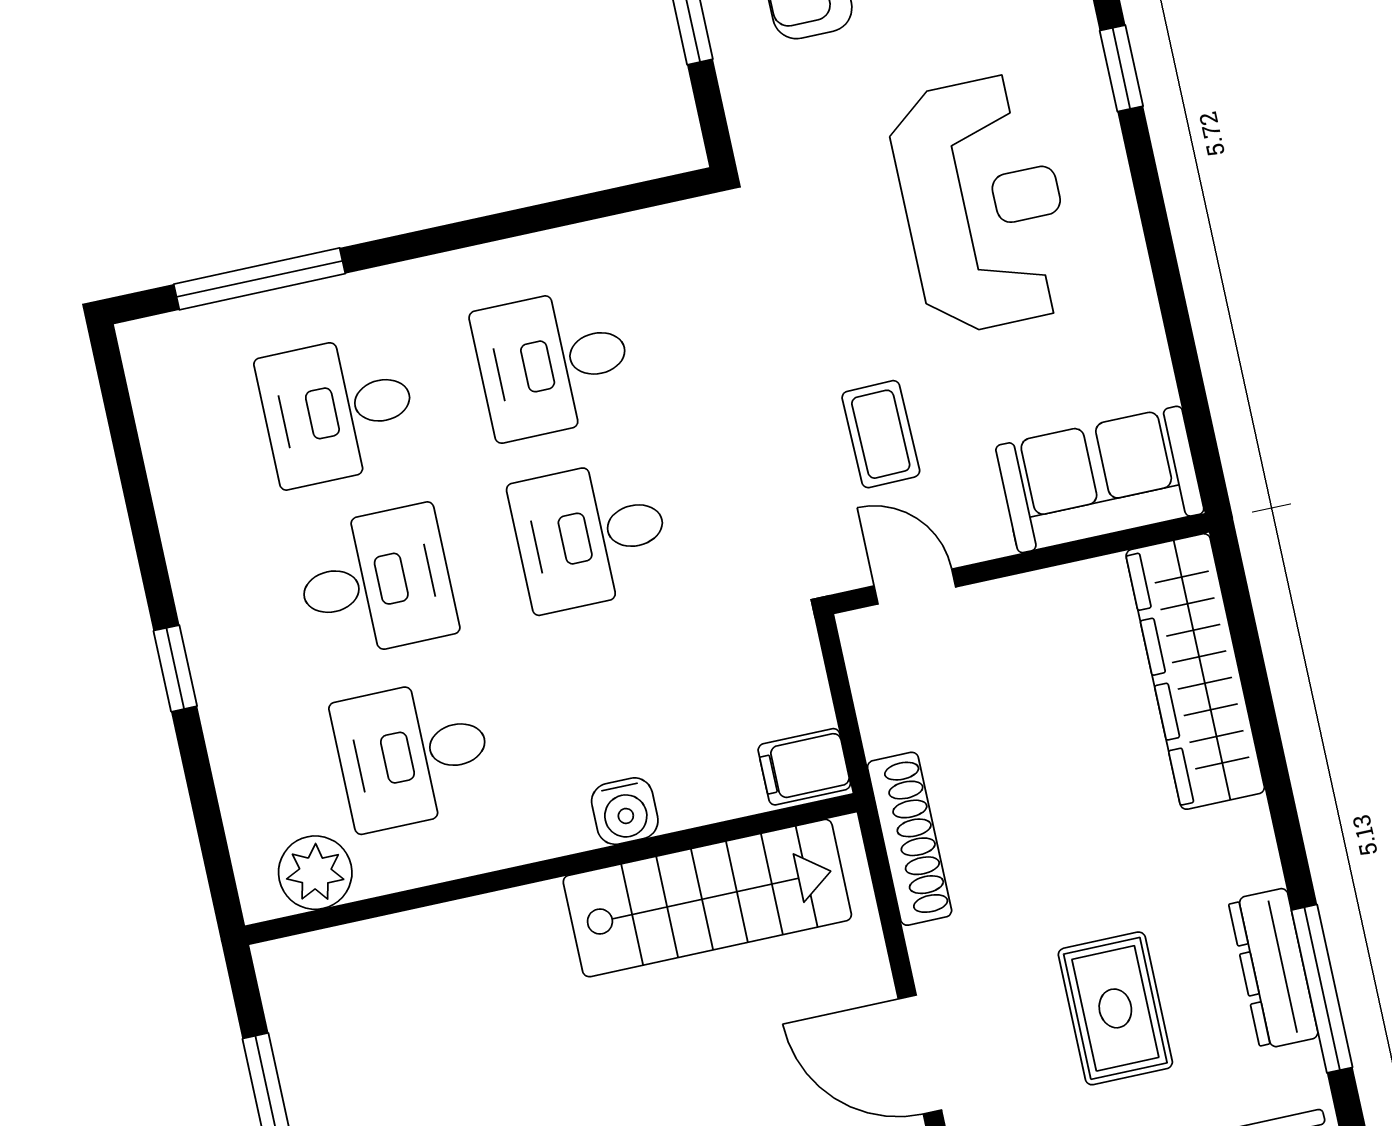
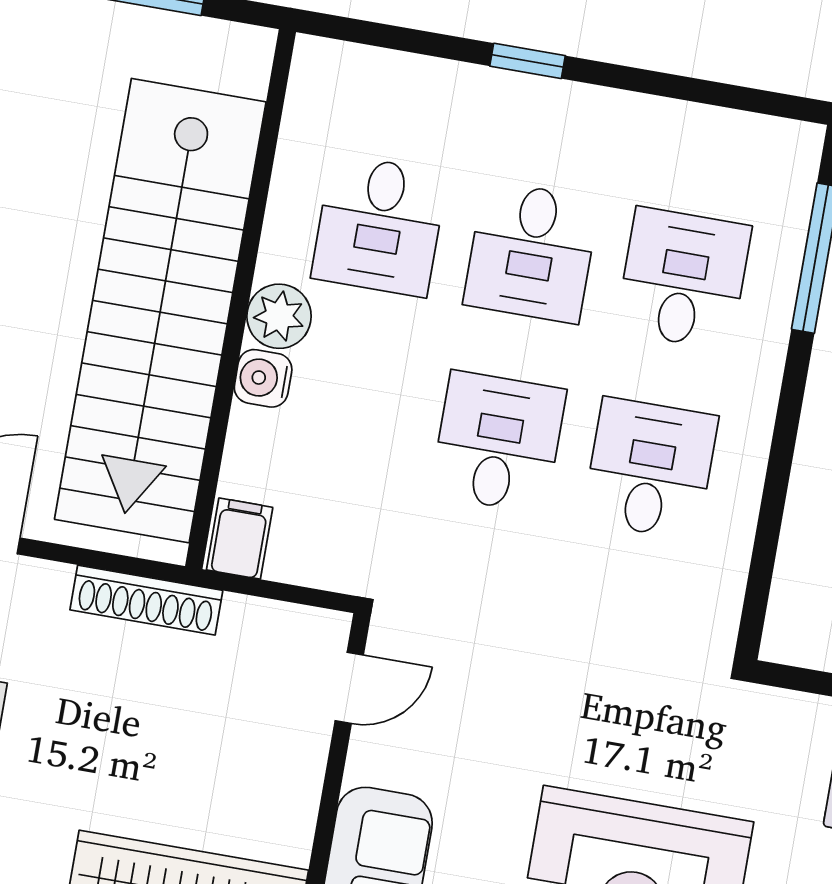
coffee table: (881, 434) -> (484, 711), removed
desk: (413, 754) -> (379, 225), turned 180
plant: (315, 873) -> (279, 316), moved
stairs: (707, 898) -> (160, 311), width x1.86, depth x1.51

